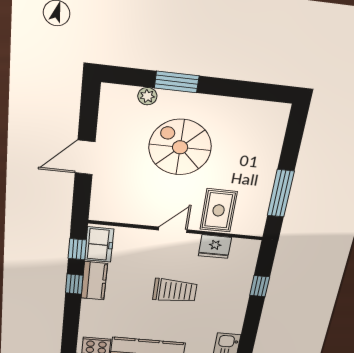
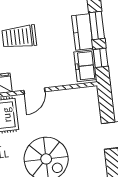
window: (74, 284) -> (97, 26), width x1.50

